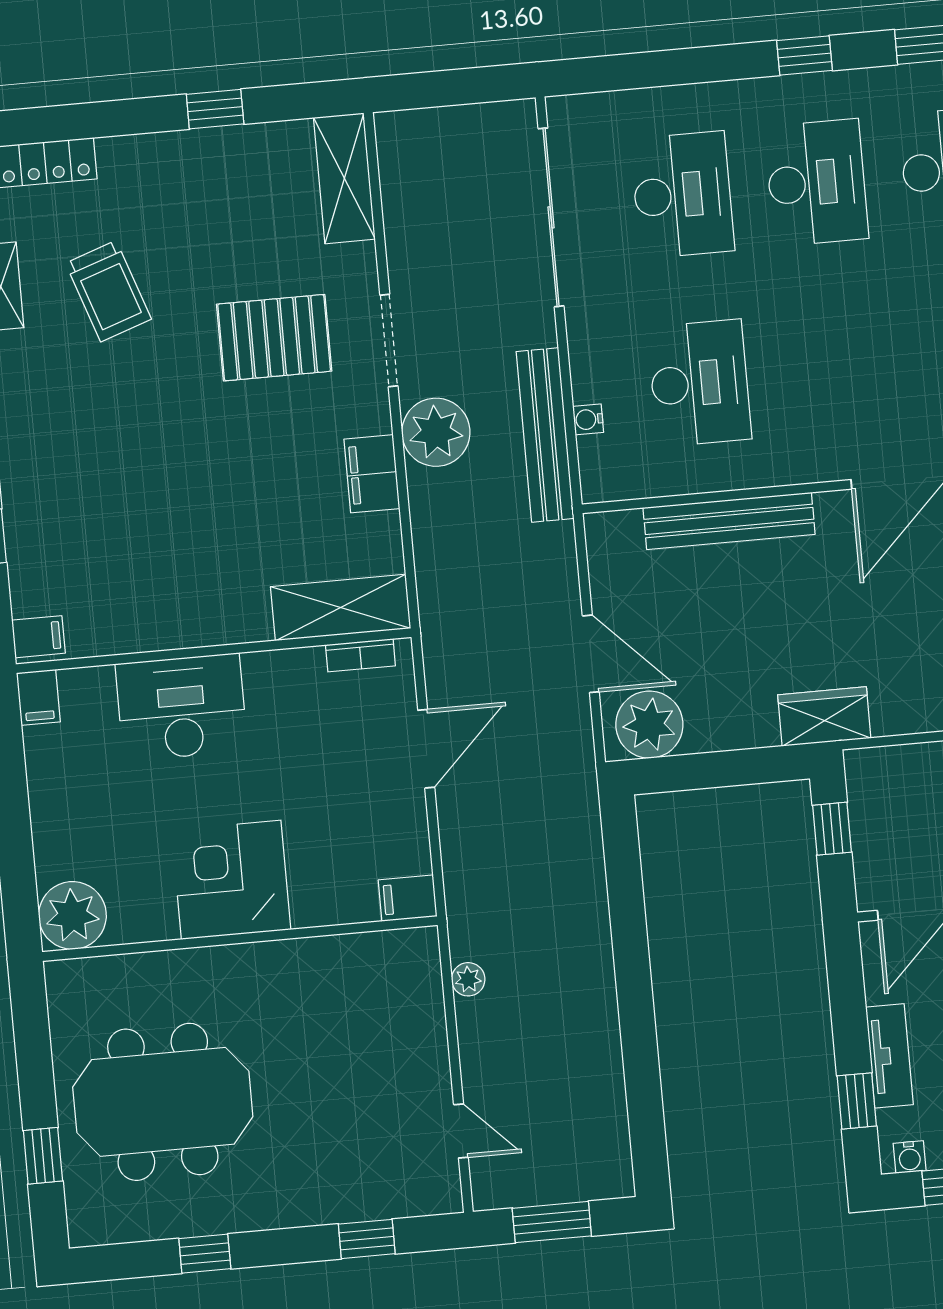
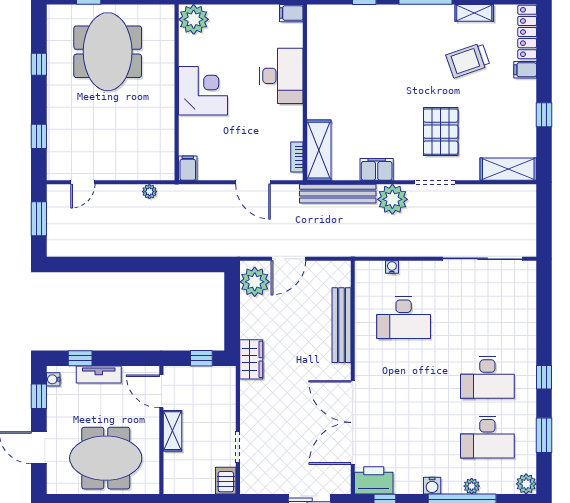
desk: (682, 195) -> (487, 318), removed
bench: (545, 435) -> (338, 194), moved
filing cabinet: (38, 637) -> (525, 70), moved, turned 90

